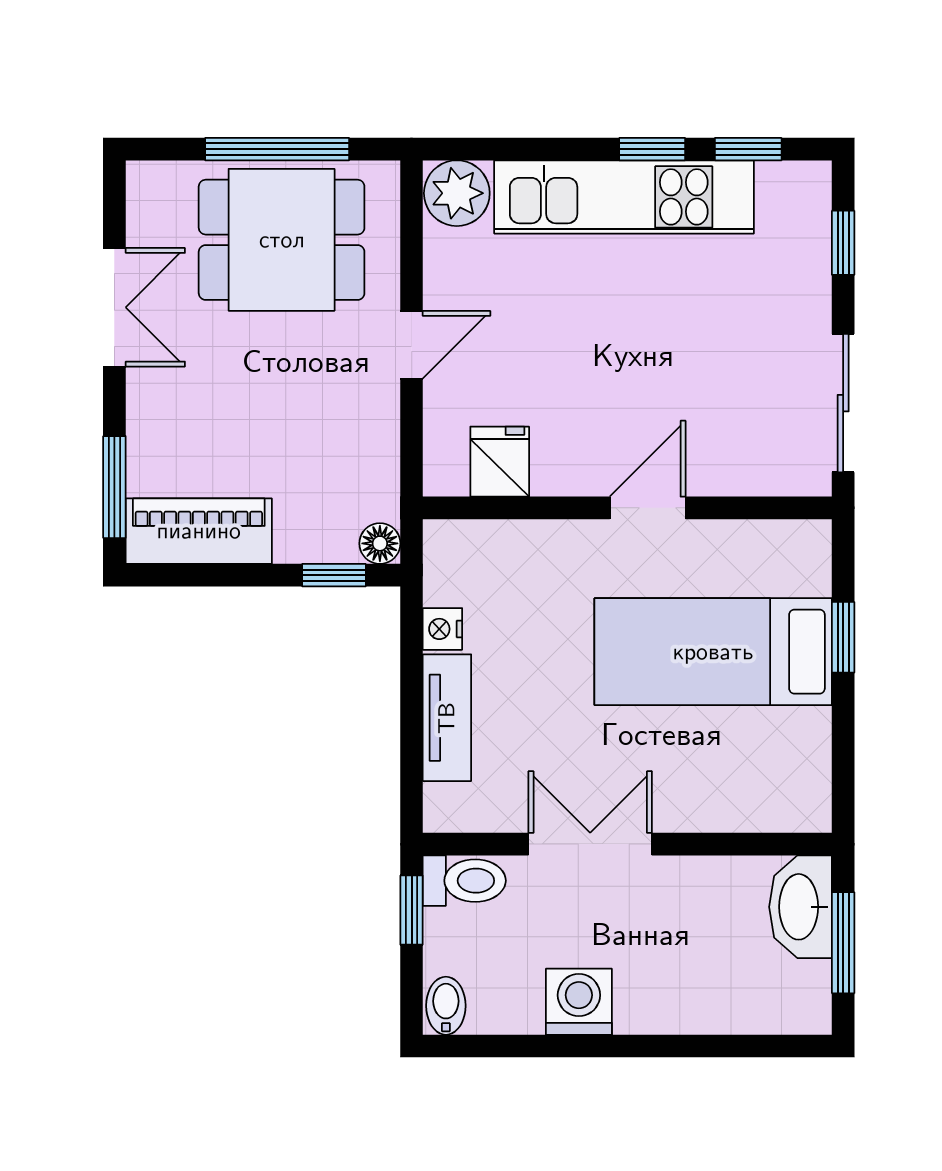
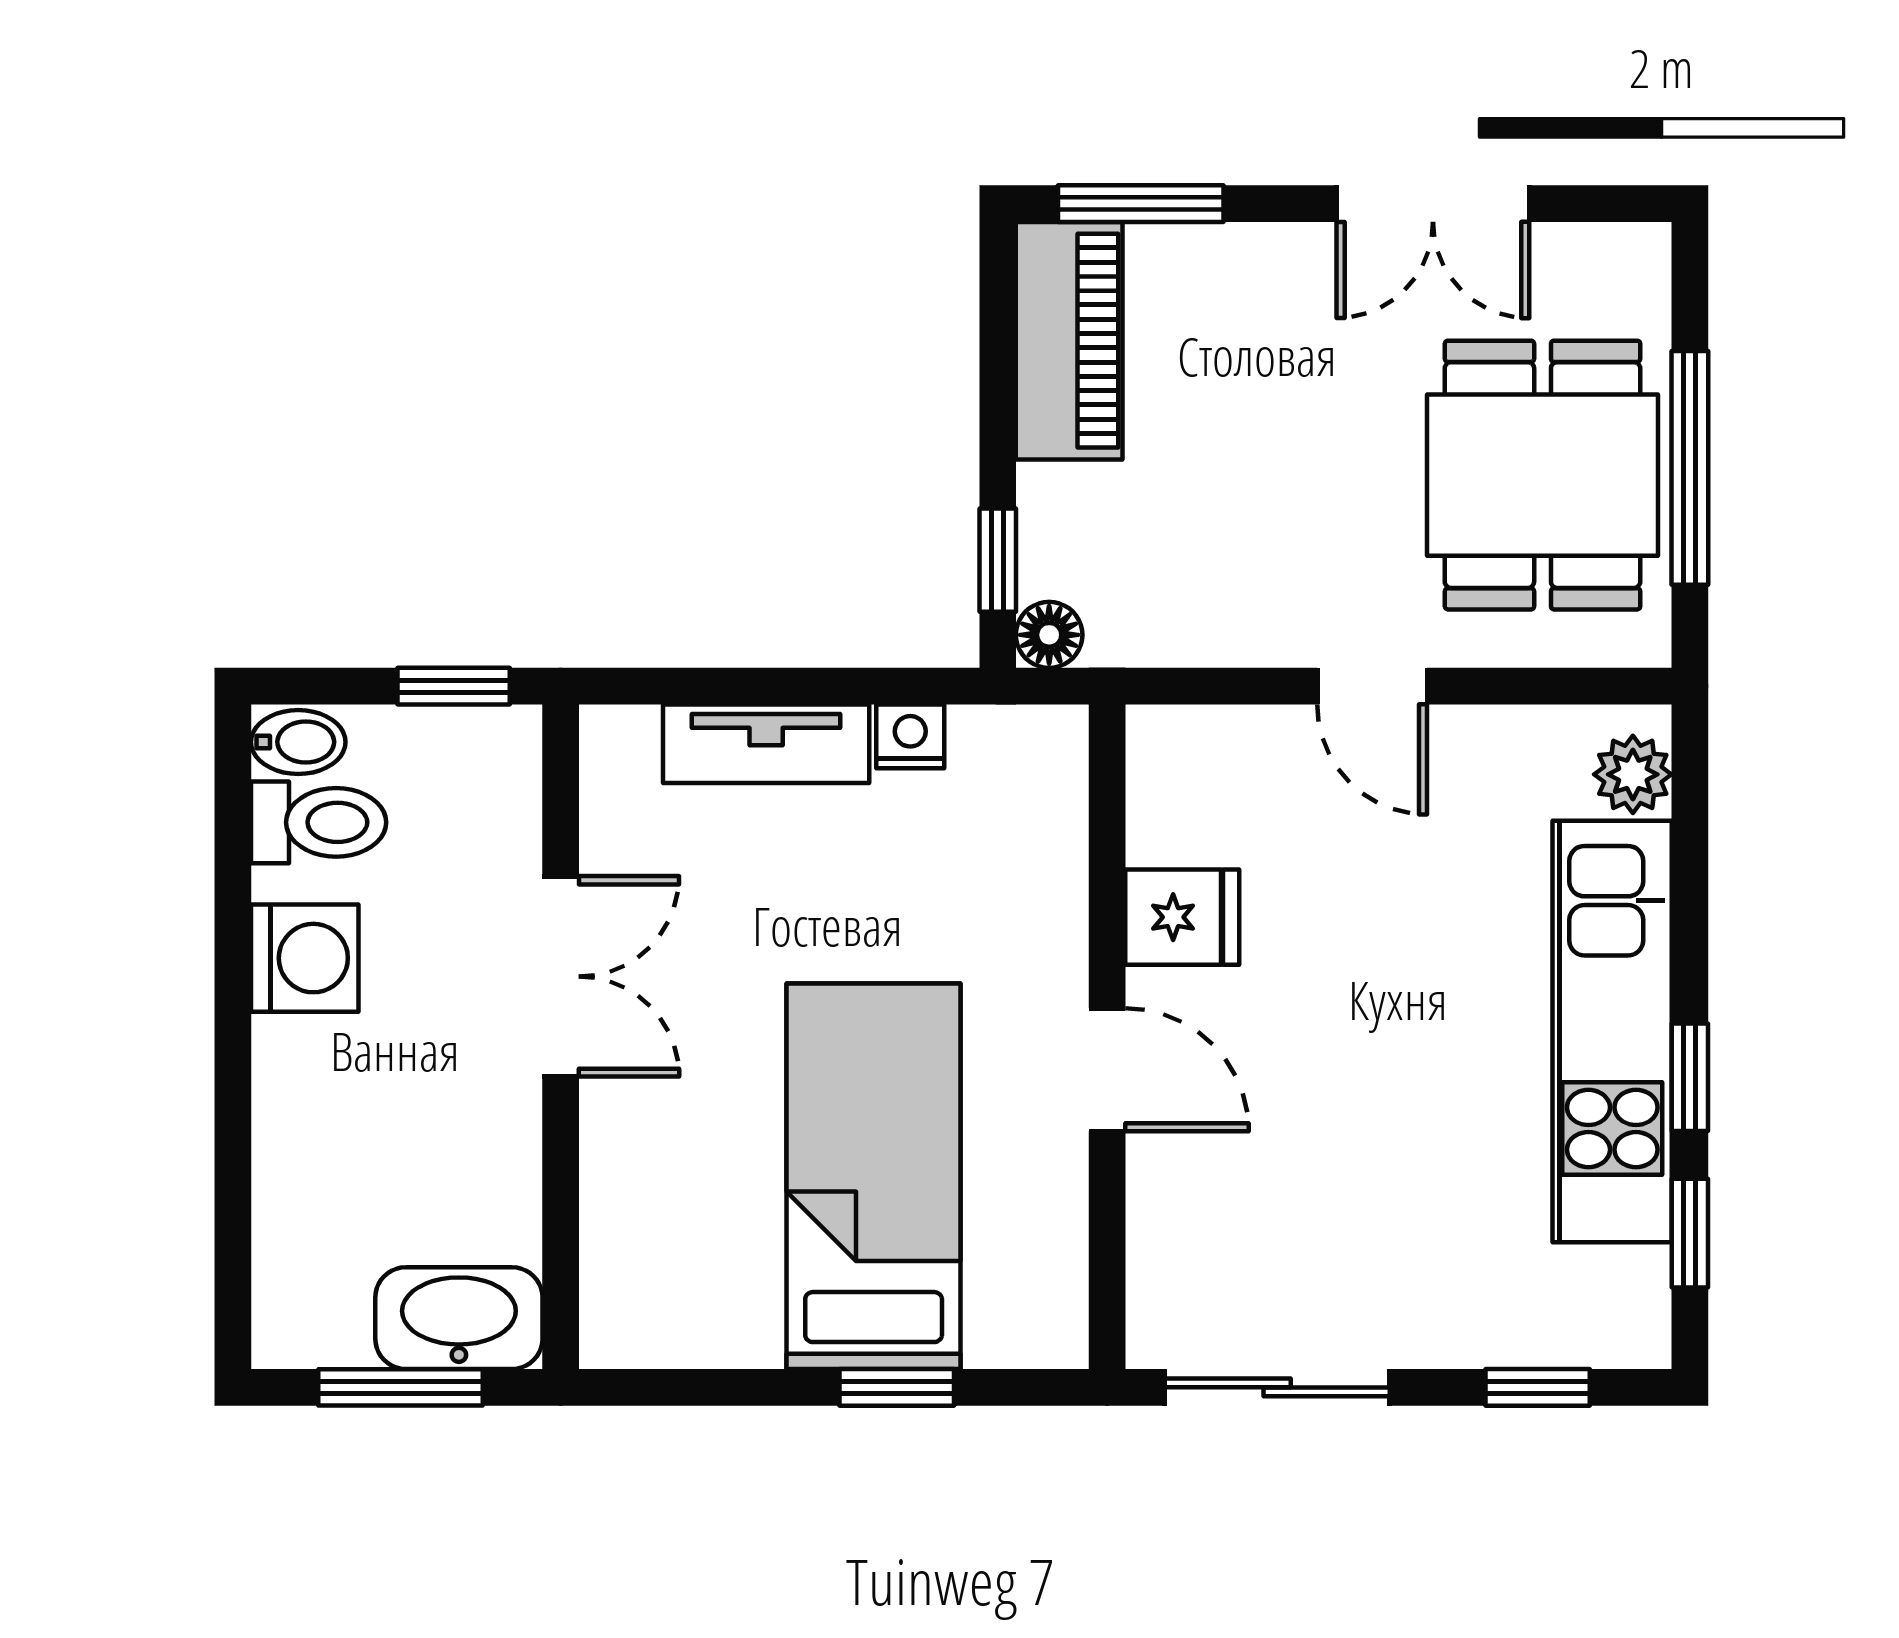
plant: (457, 193) -> (1633, 774), width x0.73, depth x0.73
fridge: (500, 462) -> (1182, 917), moved
toilet: (464, 881) -> (319, 822), moved, turned -90

